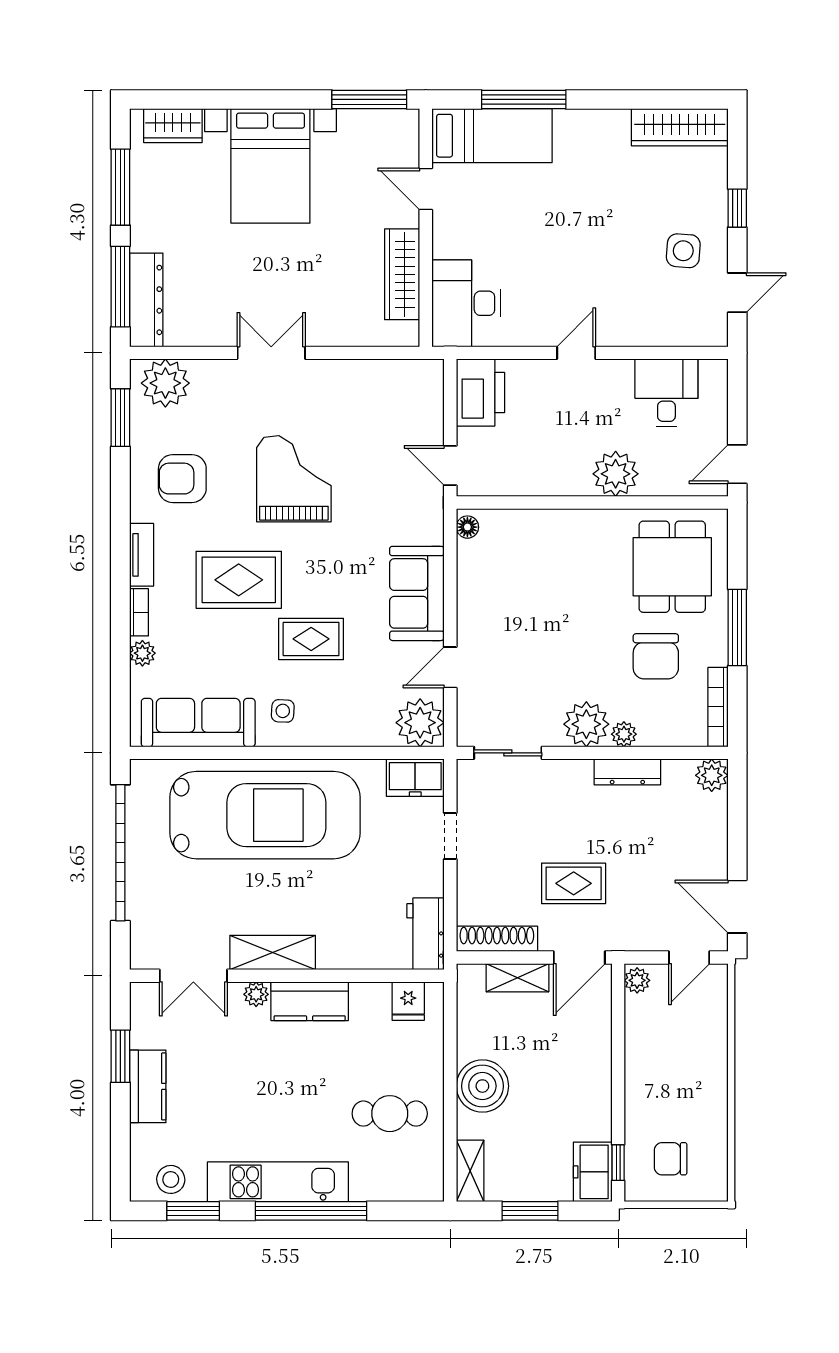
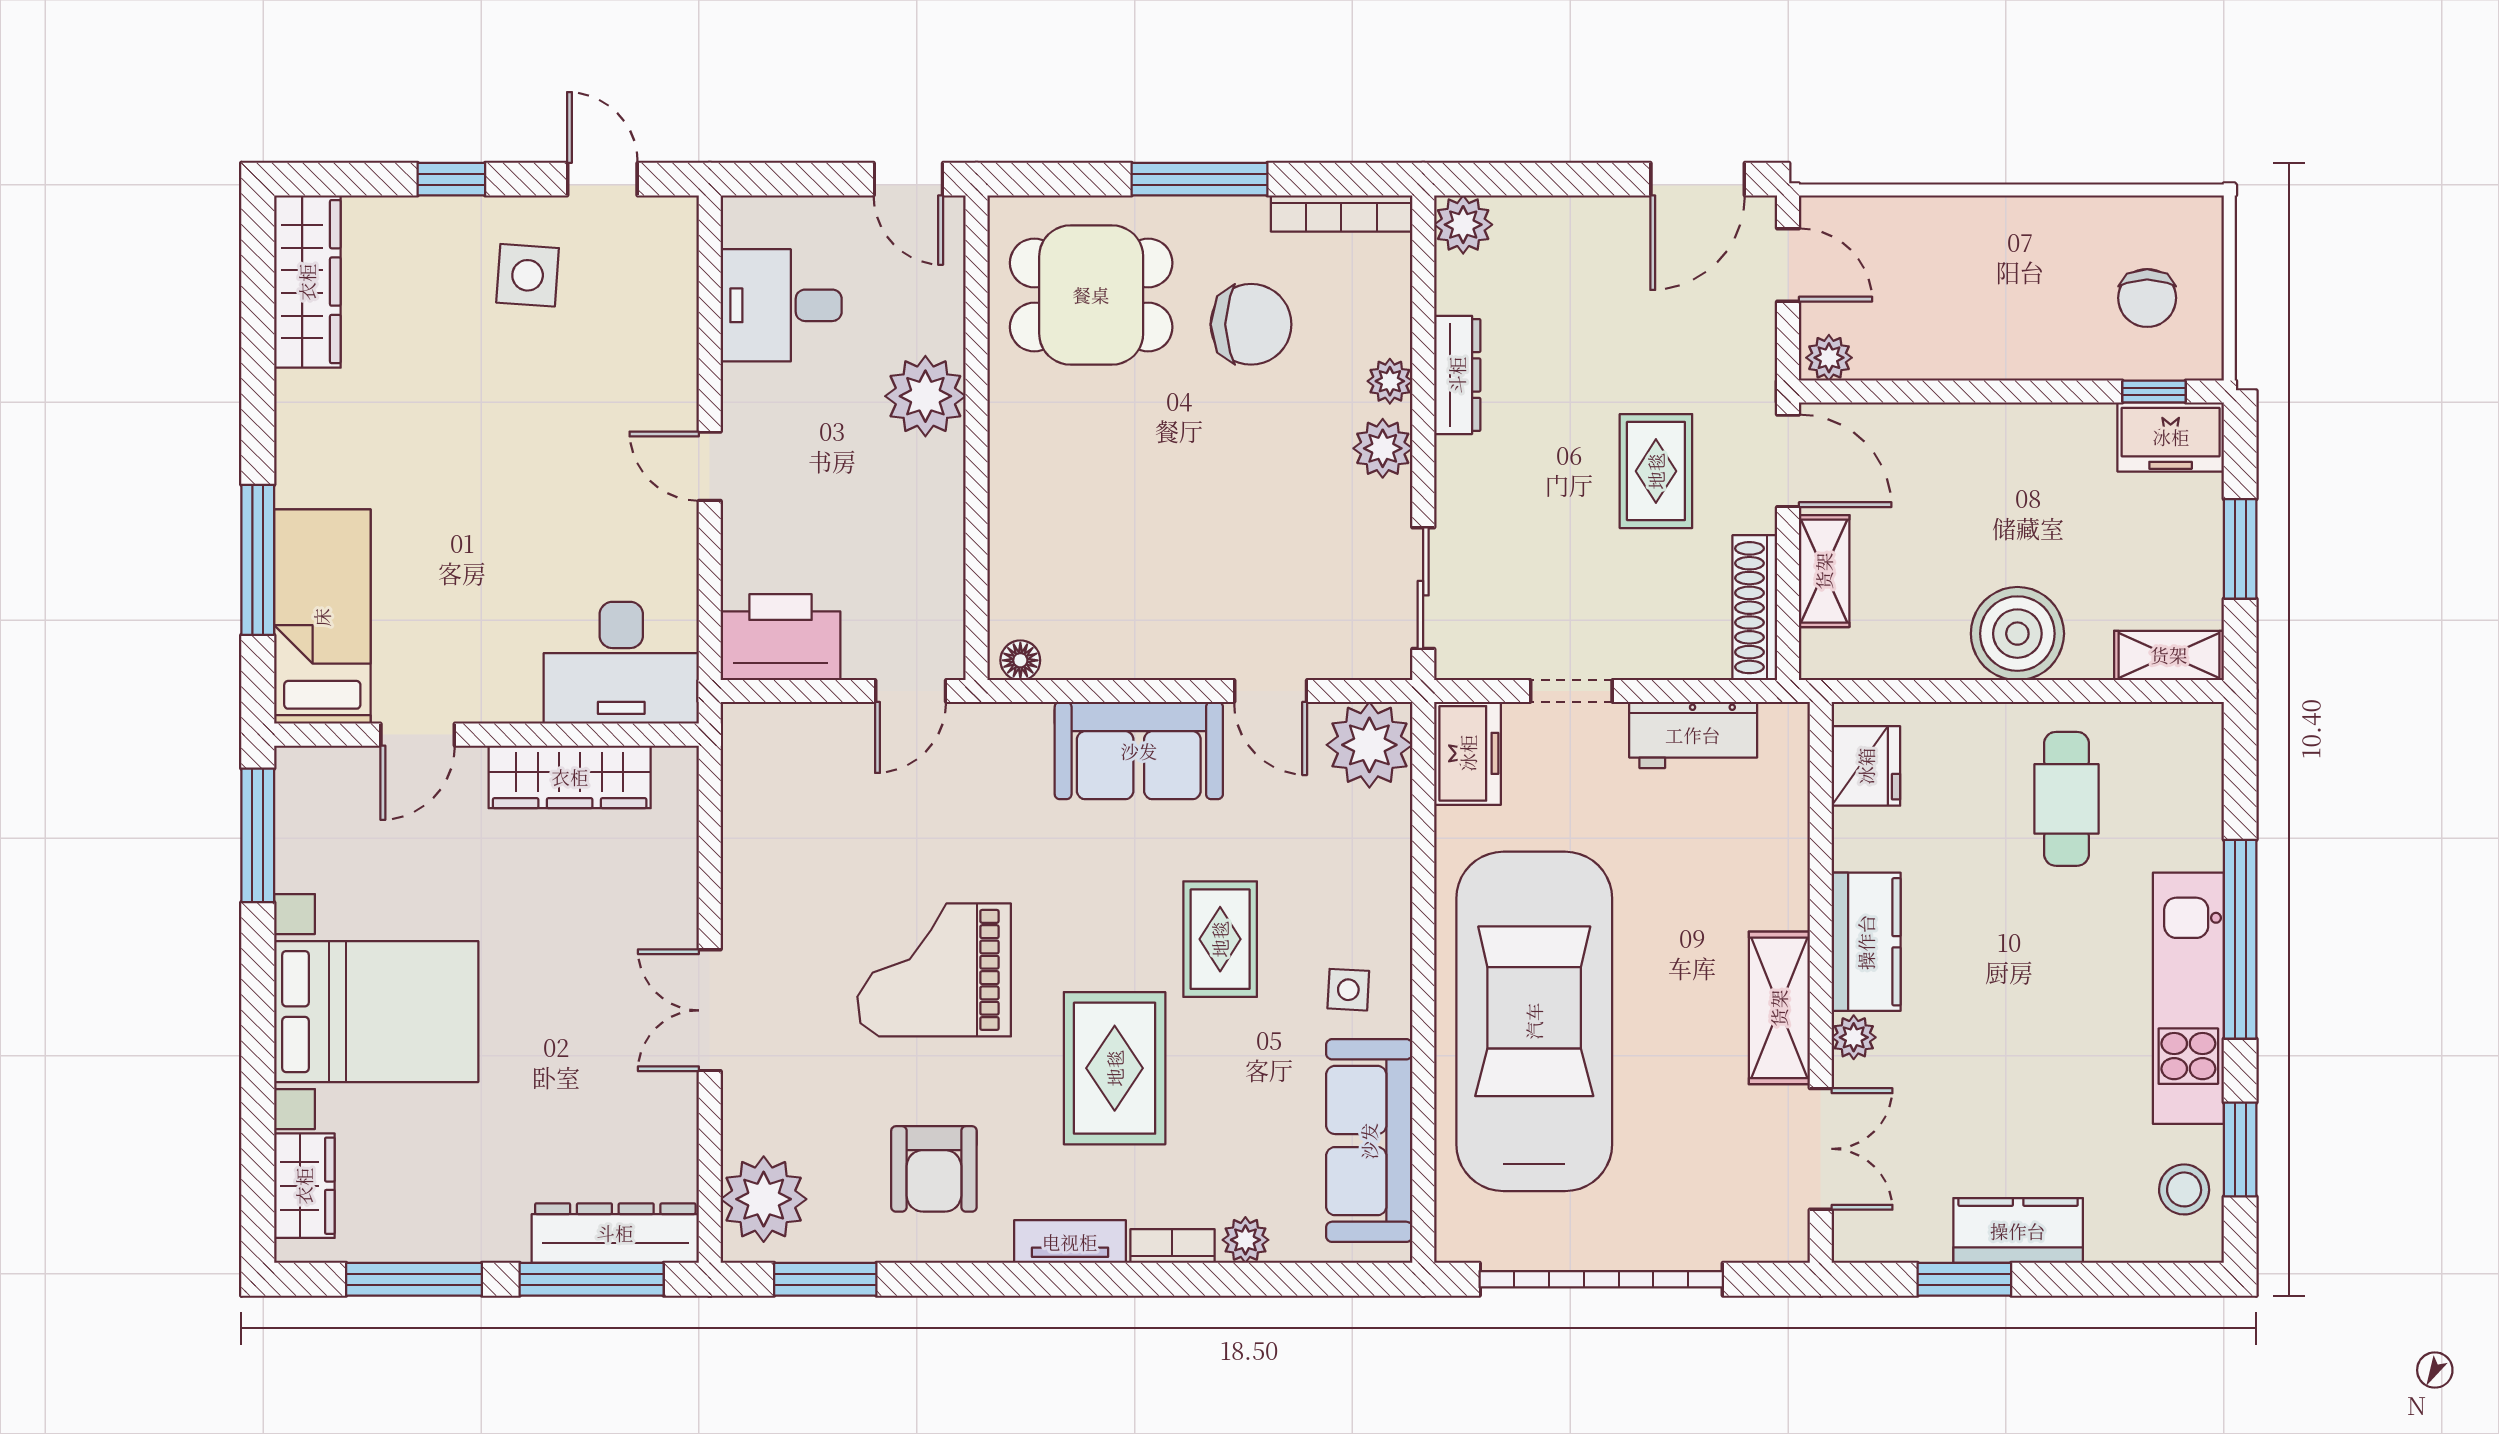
plant: (586, 724) -> (1383, 448), width x0.73, depth x0.73
workbench: (426, 934) -> (1693, 735), moved
fridge: (408, 1001) -> (1866, 766), width x1.38

